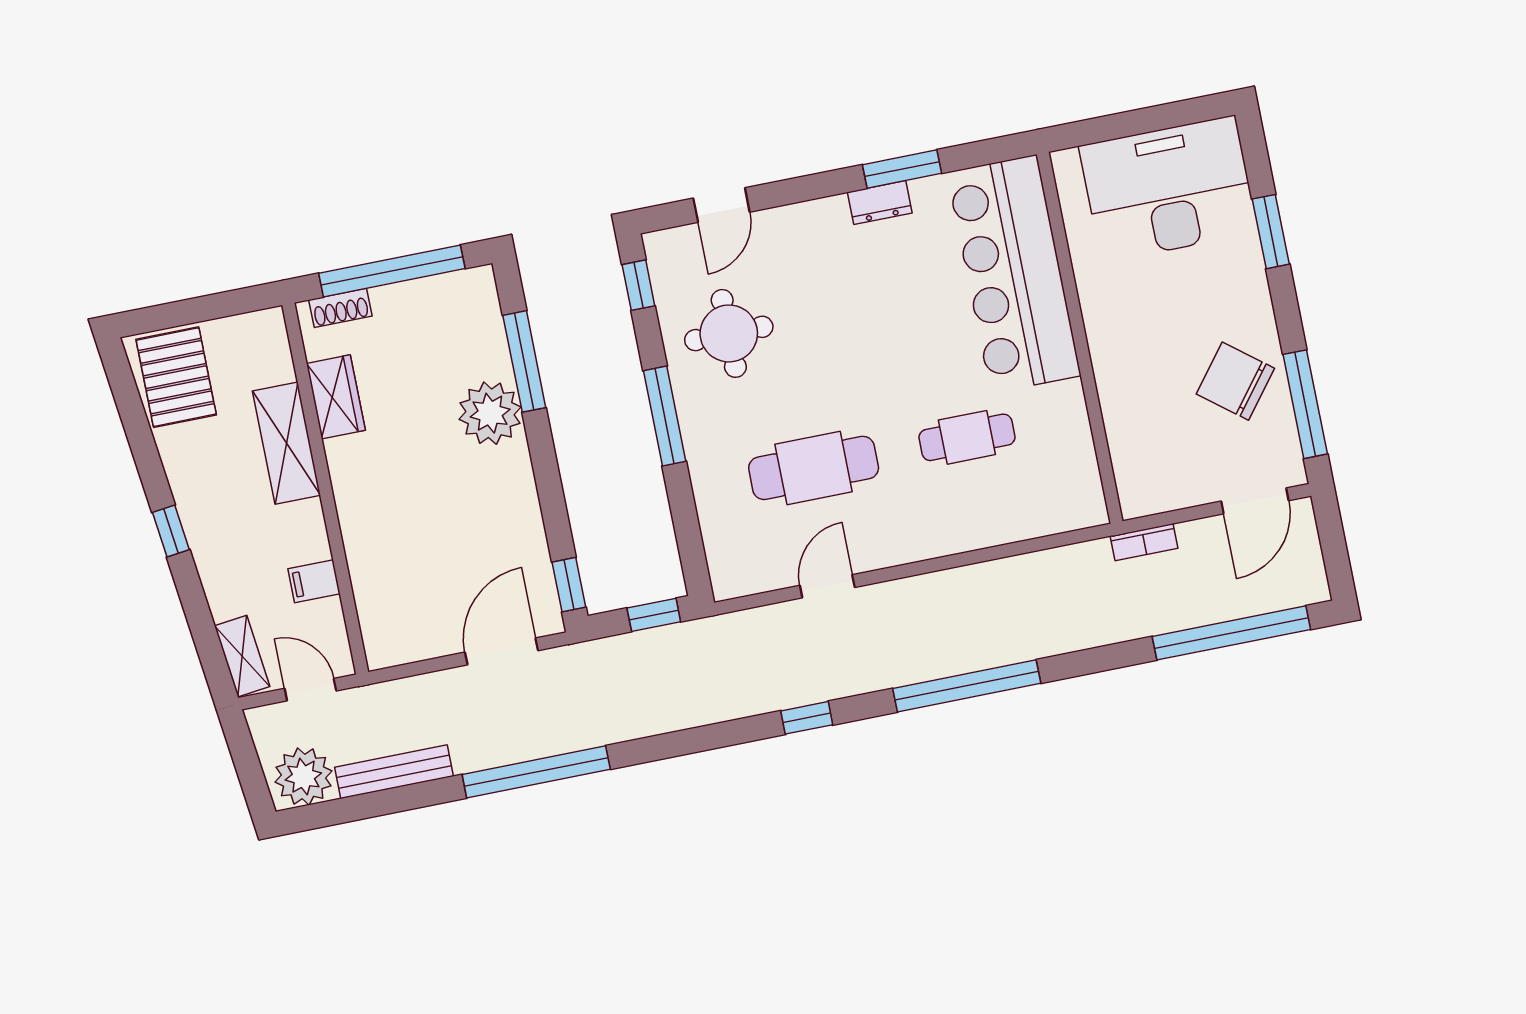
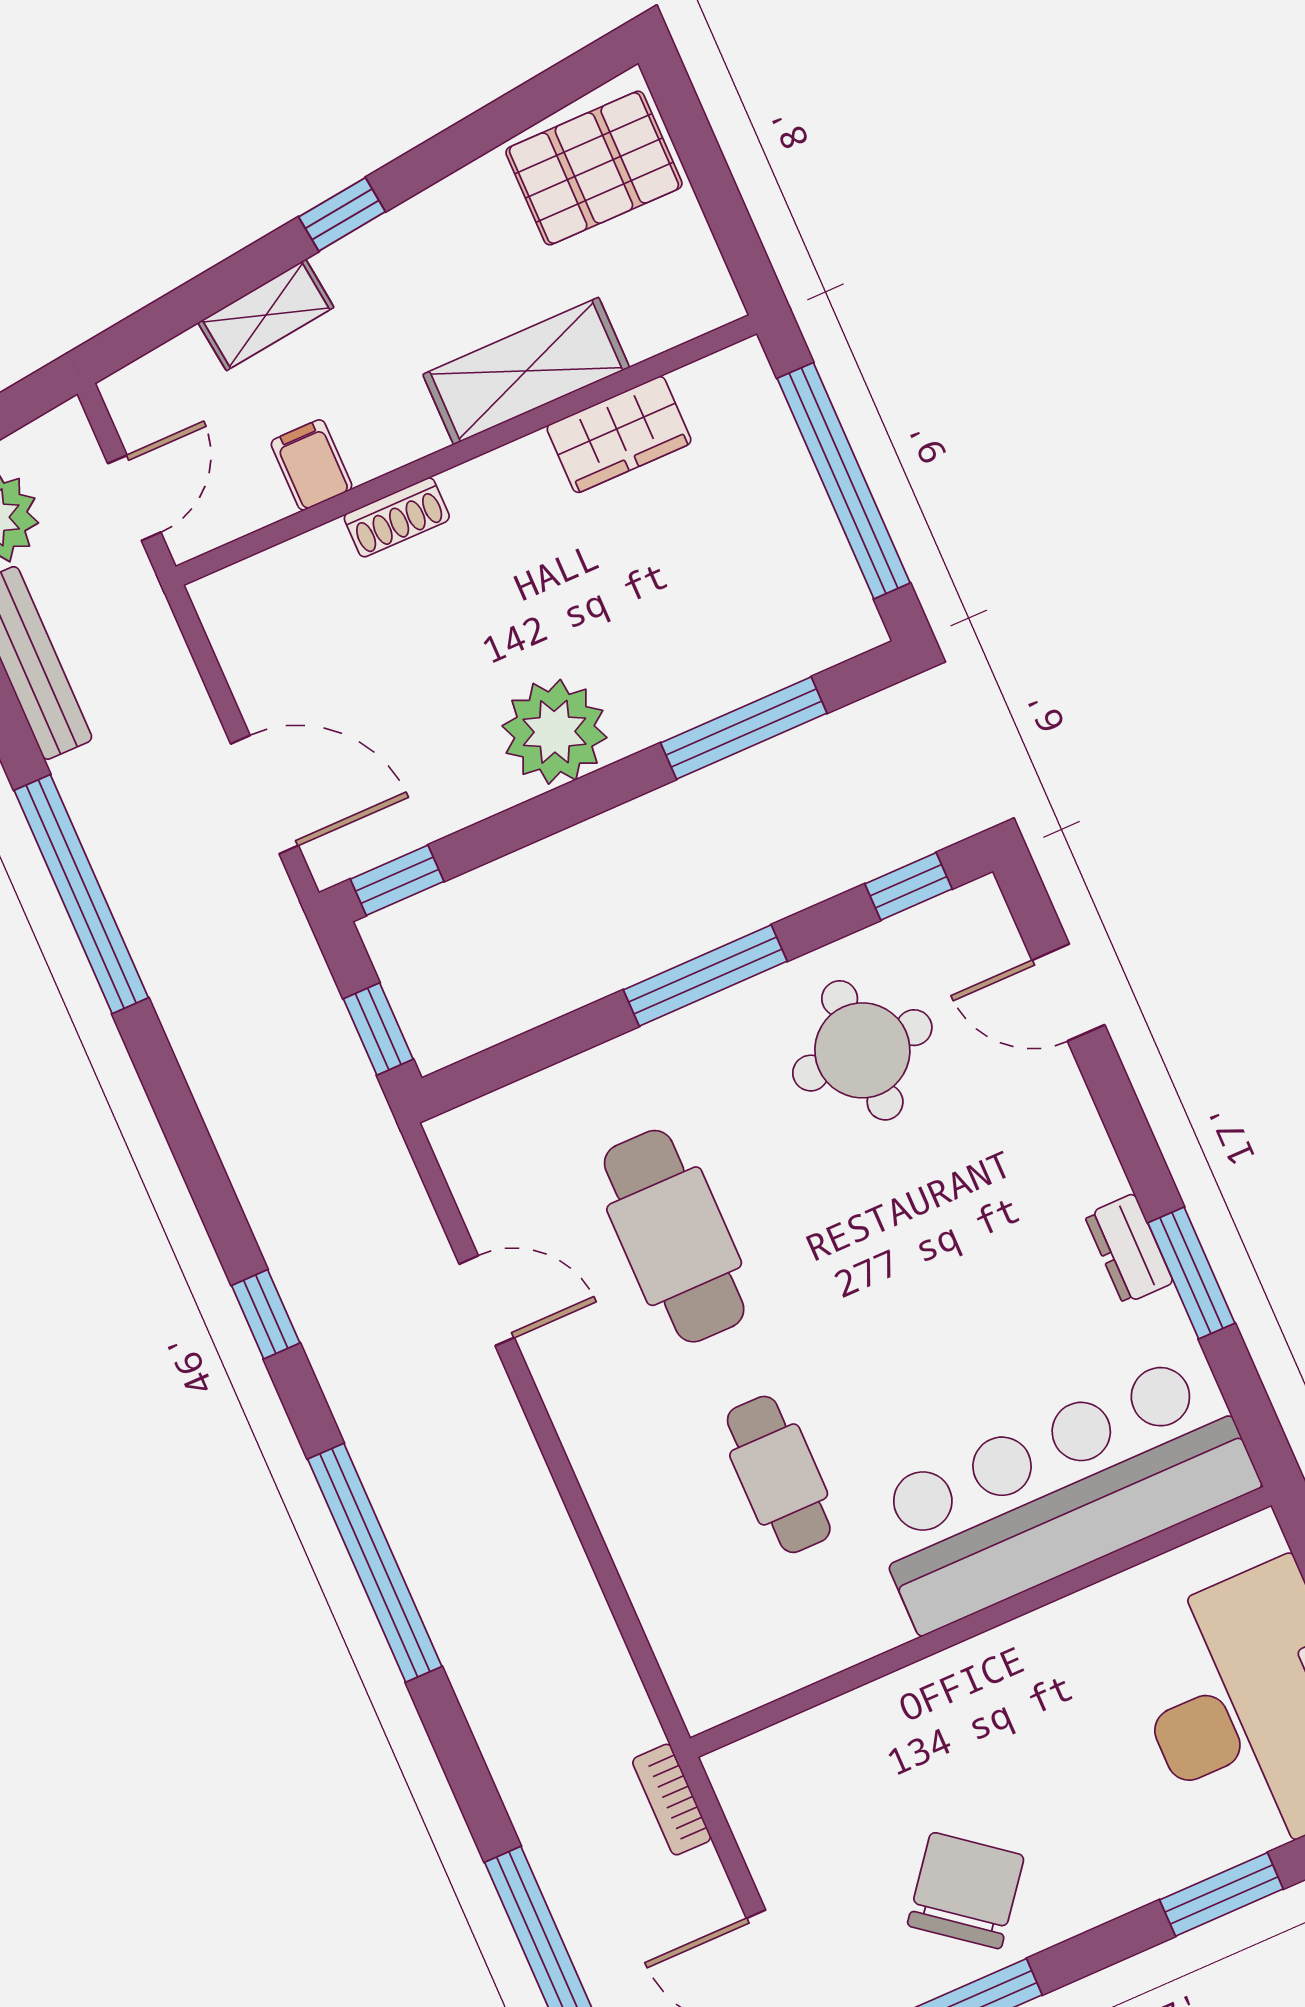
shoe rack: (340, 308) -> (397, 517), moved, turned -90
plant: (490, 413) -> (554, 732), moved
shelving: (242, 656) -> (266, 315), moved

